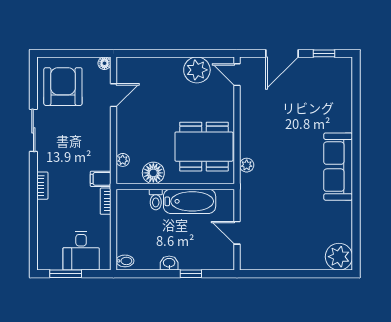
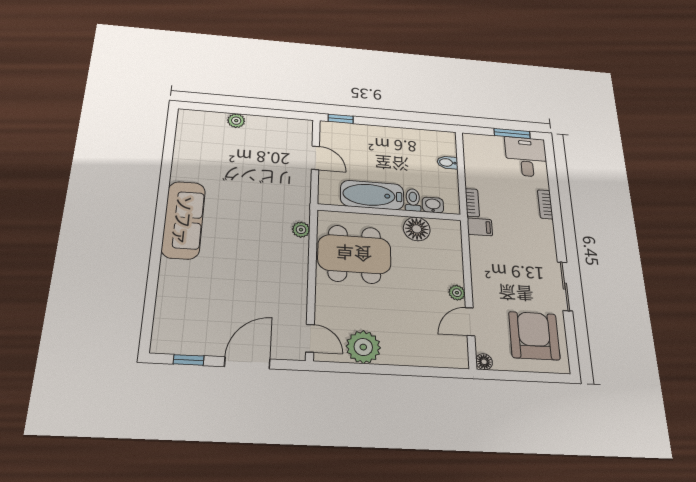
armchair: (63, 87) -> (534, 336), turned 180
plant: (123, 160) -> (457, 293), moved
bookcase: (42, 186) -> (545, 204), moved
desk: (81, 251) -> (526, 157), moved
plant: (339, 257) -> (236, 121), moved, width x0.53, depth x0.53
bidet: (125, 261) -> (447, 163), moved
washbasin: (169, 263) -> (433, 205), moved, turned 180
window: (191, 274) -> (341, 119), moved

